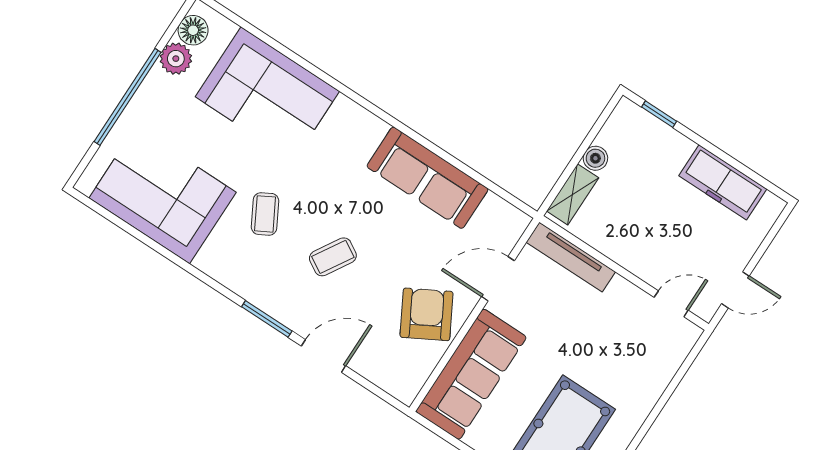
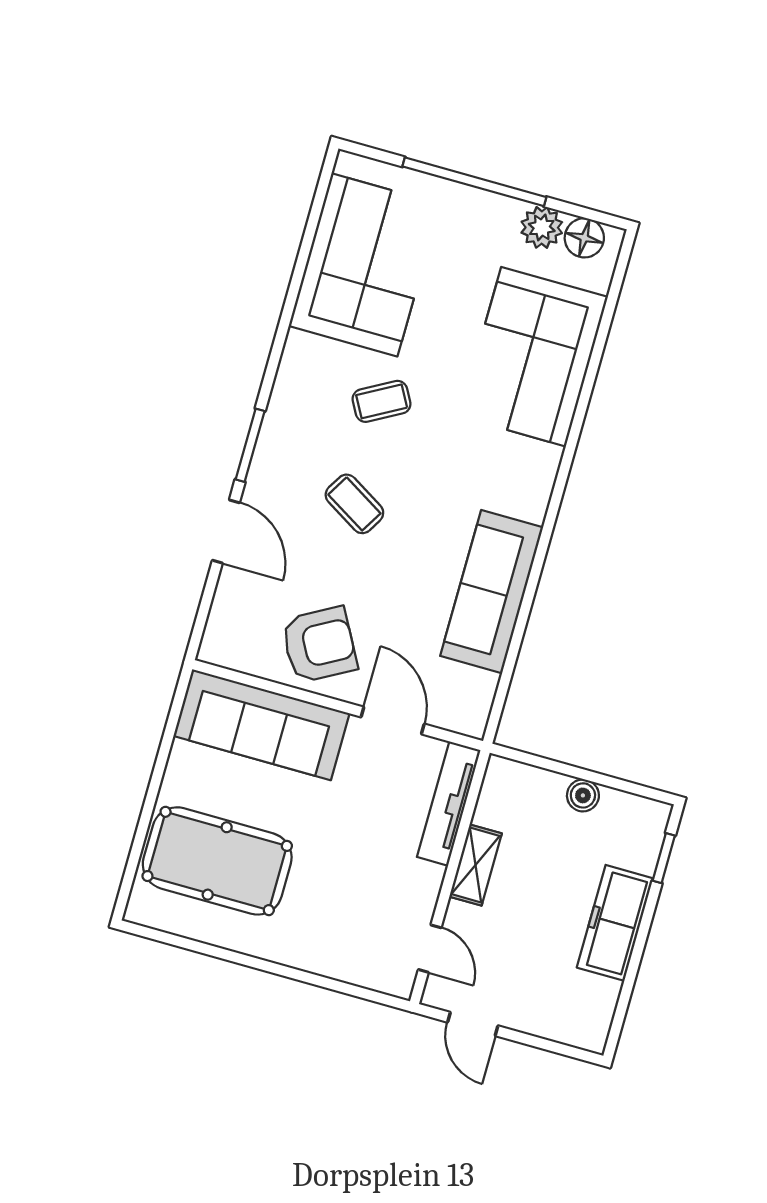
freezer: (723, 182) -> (615, 923), moved
shelving: (573, 194) -> (476, 865), moved, turned 90

